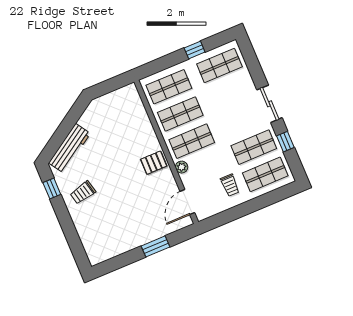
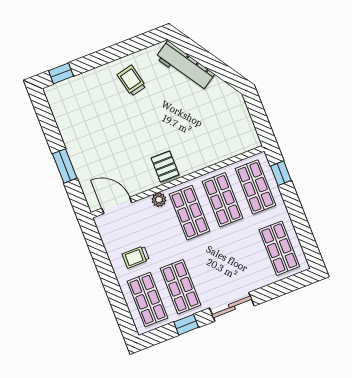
window: (195, 50) -> (281, 173), moved
window: (52, 189) -> (61, 73), moved

